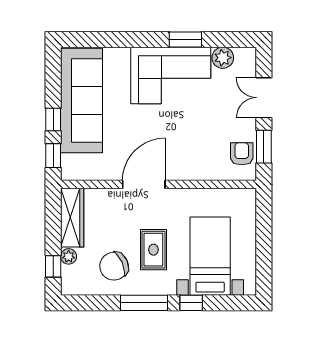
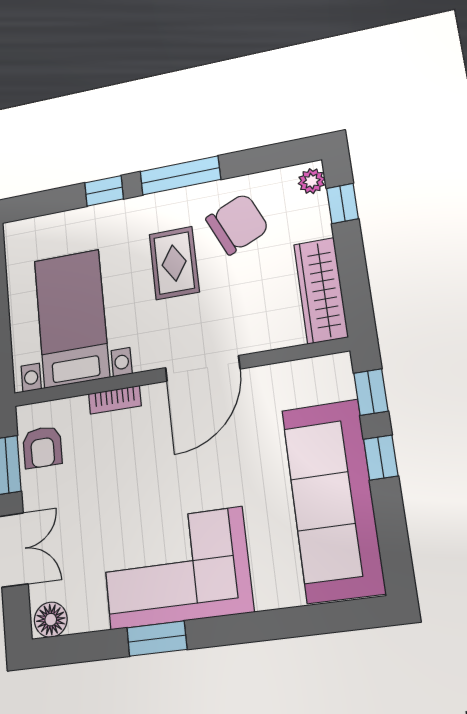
floor lamp: (245, 57) -> (51, 620), added
plant: (223, 58) -> (88, 613), removed
bookcase: (196, 175) -> (115, 400), added
plant: (69, 256) -> (312, 181), moved
bed with nightstands: (210, 256) -> (72, 318), moved, turned 180

